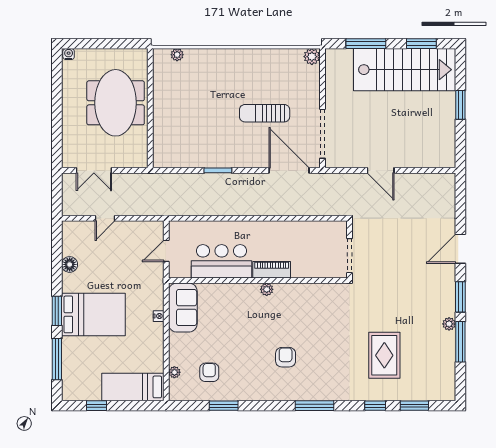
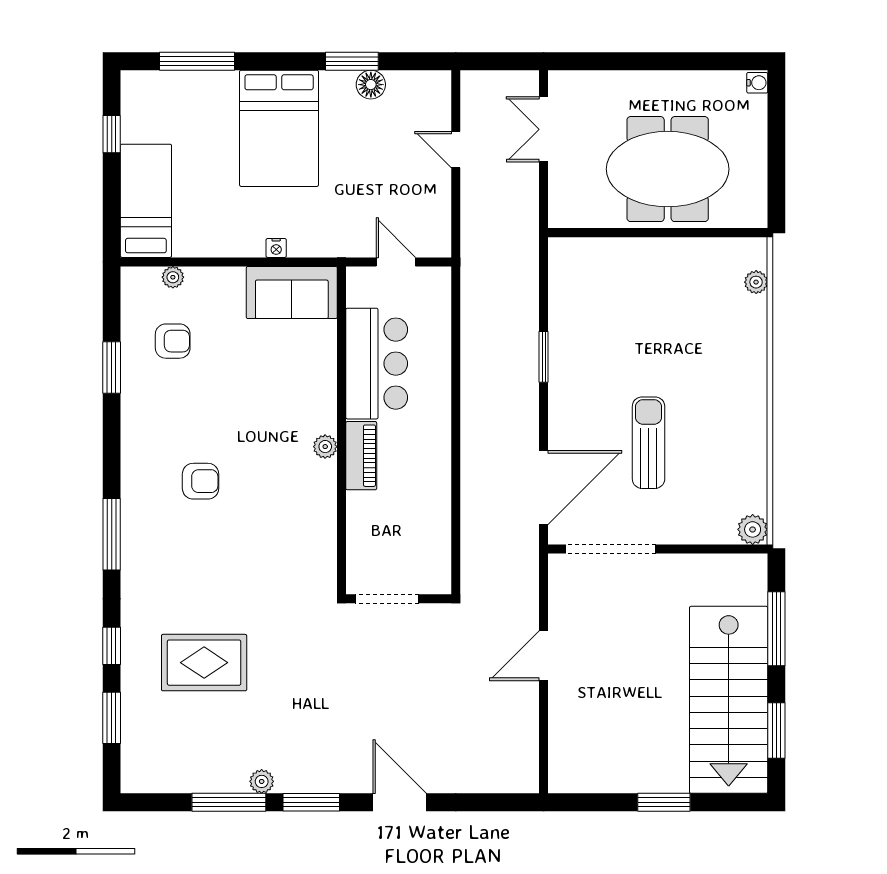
window: (57, 311) -> (352, 61), moved

